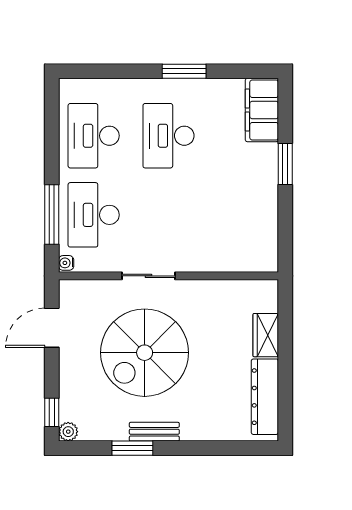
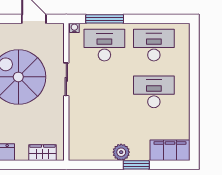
window: (184, 71) -> (194, 102), removed
plant: (265, 188) -> (121, 152), added
wardrobe: (266, 335) -> (42, 153), moved

